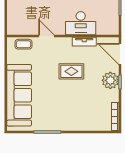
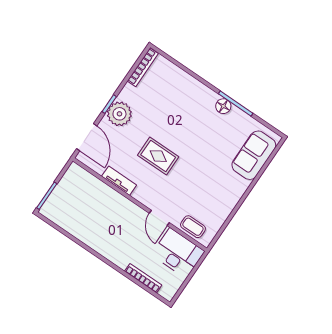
desk: (81, 23) -> (178, 253), moved
sofa: (19, 95) -> (254, 155), width x0.54, depth x0.79
floor lamp: (53, 126) -> (223, 106), added

